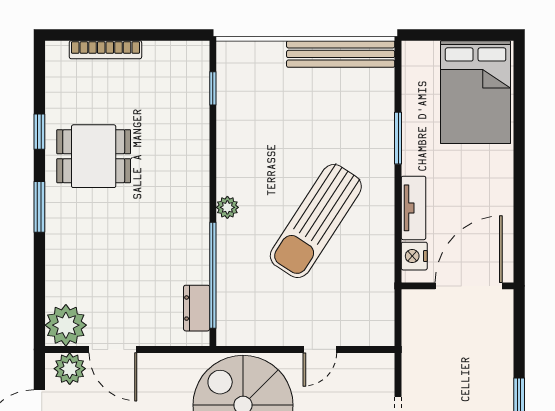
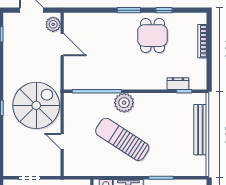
bench: (341, 54) -> (200, 130), moved
plant: (227, 207) -> (124, 103), width x1.88, depth x1.88
dresser: (197, 308) -> (178, 84), moved
plant: (66, 325) -> (74, 23), removed
door: (113, 349) -> (62, 45), swing flipped

